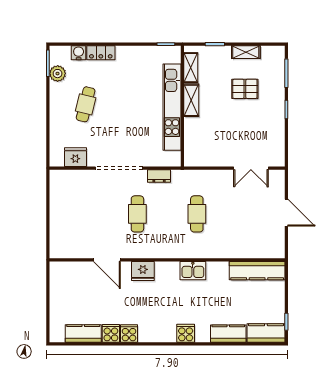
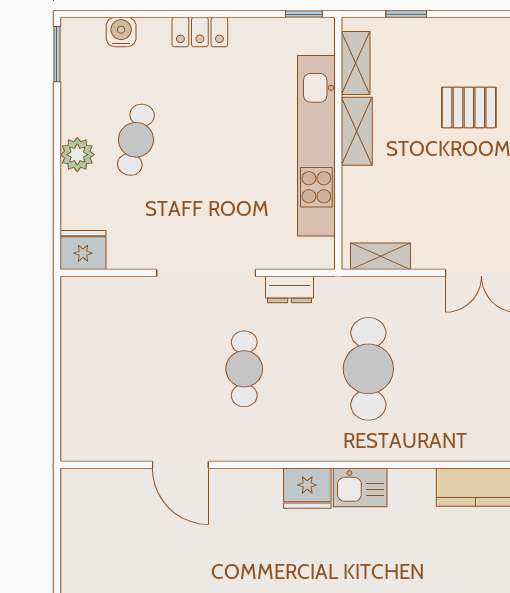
shelving: (246, 52) -> (380, 256), moved
locker: (101, 53) -> (200, 32), moved
plant: (58, 74) -> (77, 155), moved
fridge: (75, 157) -> (83, 250), moved
cafe table: (197, 214) -> (368, 369), width x1.37, depth x1.35
fridge: (143, 271) -> (307, 488), moved

